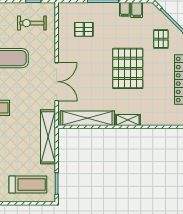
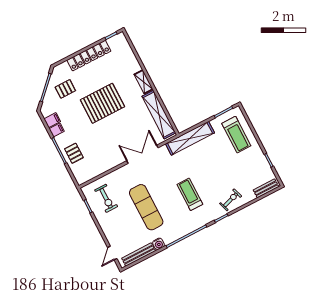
pallet: (84, 29) -> (74, 153), moved
treadmill: (28, 185) -> (236, 135), turned 180

